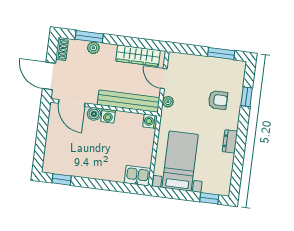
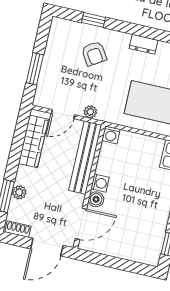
window: (221, 53) -> (35, 69), moved
armchair: (218, 100) -> (94, 54), turned 148

